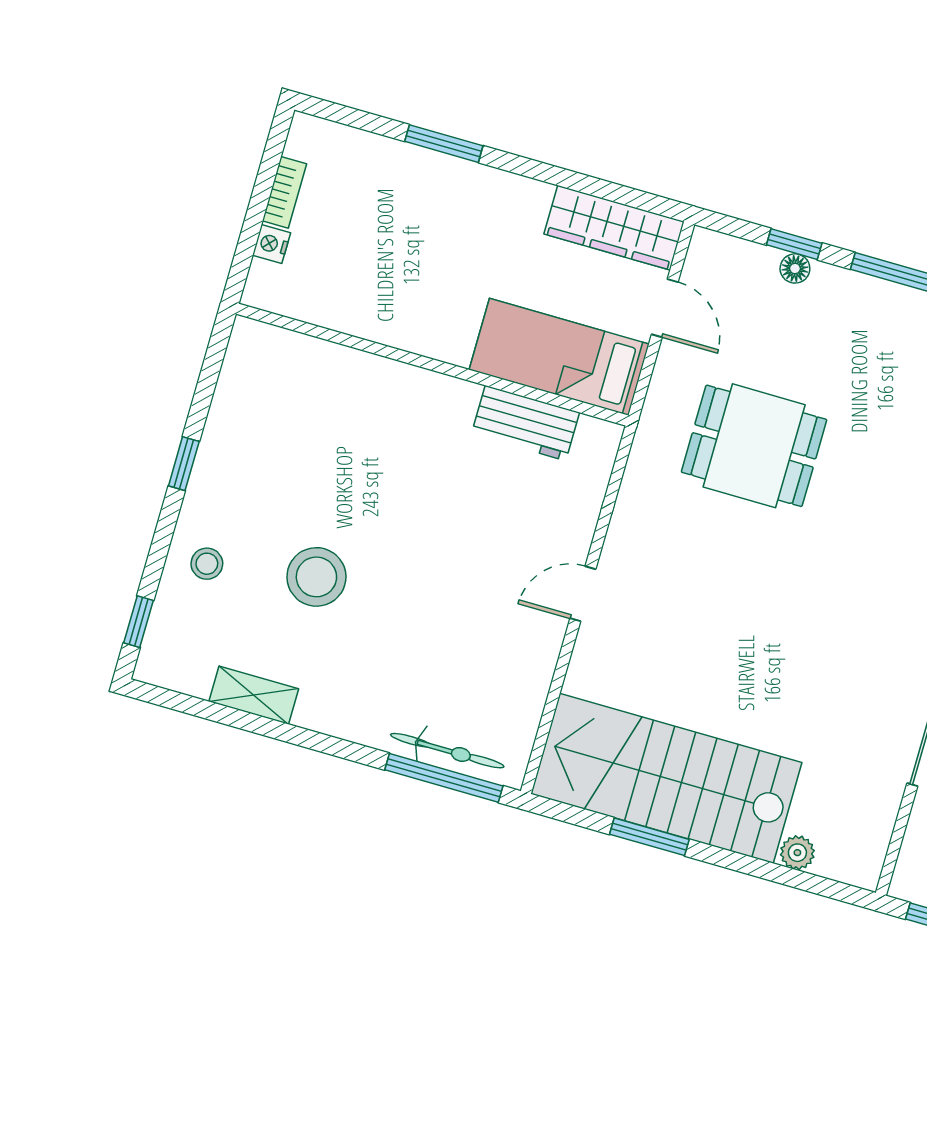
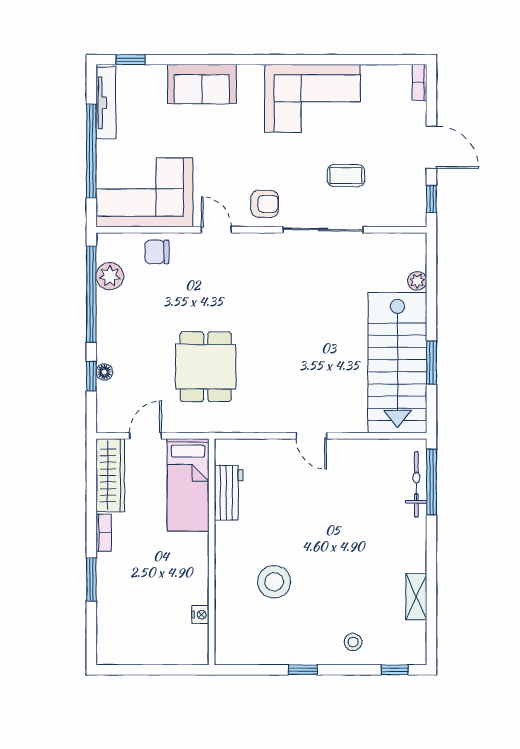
bookcase: (284, 192) -> (104, 533), moved, turned 90
nightstand: (271, 244) -> (200, 615), moved, turned -90
stool: (316, 577) -> (274, 582), moved

